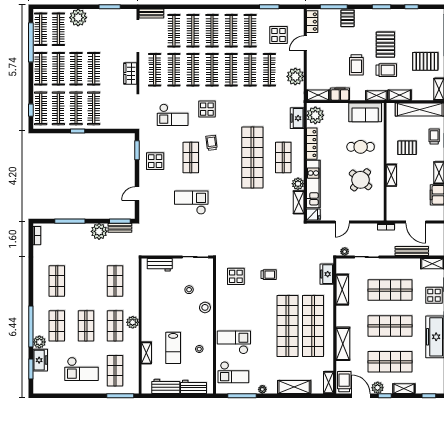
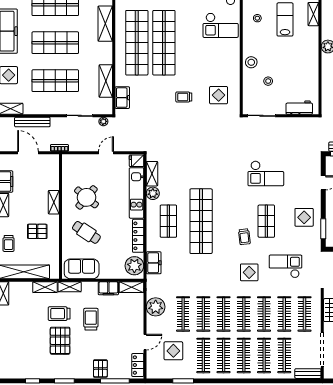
pallet: (425, 61) -> (18, 323), removed
cafe table: (361, 147) -> (86, 232), turned 33

